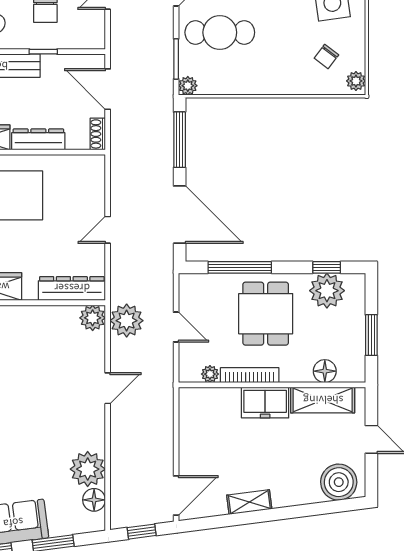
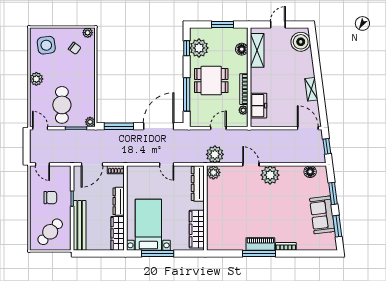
freezer: (265, 403) -> (258, 106), moved
plant: (88, 469) -> (270, 175), moved

